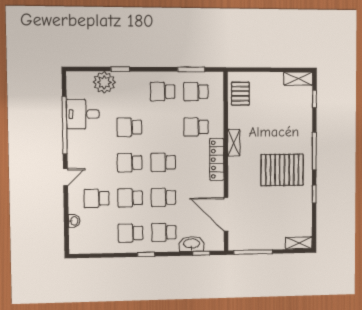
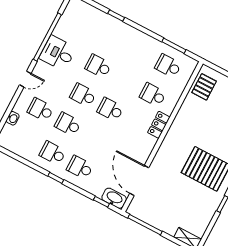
plant: (104, 82) -> (98, 19), removed
school desk: (163, 92) -> (141, 52), removed
desk: (83, 114) -> (58, 53), moved
shelving: (234, 143) -> (177, 125), removed
locker: (217, 160) -> (159, 125), width x0.66
school desk: (163, 197) -> (95, 138), removed
washbasin: (192, 244) -> (114, 198), moved

